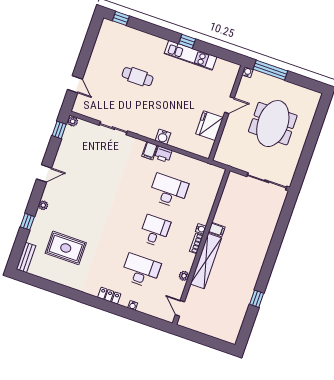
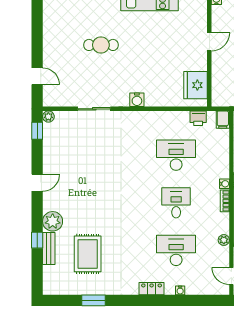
fridge: (209, 126) -> (196, 85), moved
water cooler: (163, 137) -> (137, 100), moved
filing cabinet: (150, 151) -> (223, 120), moved
printer: (163, 154) -> (198, 118), moved
plant: (43, 205) -> (53, 221), width x1.88, depth x1.88
rug: (66, 248) -> (88, 254), turned 90
bench: (26, 257) -> (49, 248), moved
window: (57, 289) -> (94, 300), added

